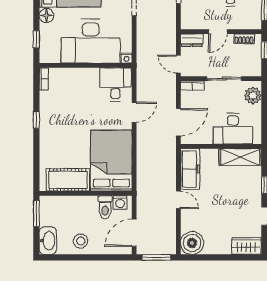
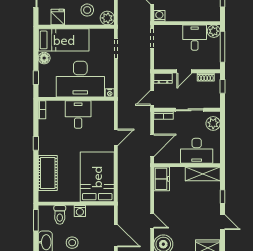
door: (178, 64) -> (152, 98), hinge flipped
desk: (115, 85) -> (78, 115), moved
freezer: (190, 169) -> (162, 179), width x0.71
cot: (68, 180) -> (48, 173), moved, turned 90
door: (178, 200) -> (152, 221), moved
washing machine: (120, 202) -> (80, 211), moved
toilet: (105, 207) -> (60, 215), moved
door: (134, 233) -> (116, 236), swing flipped

